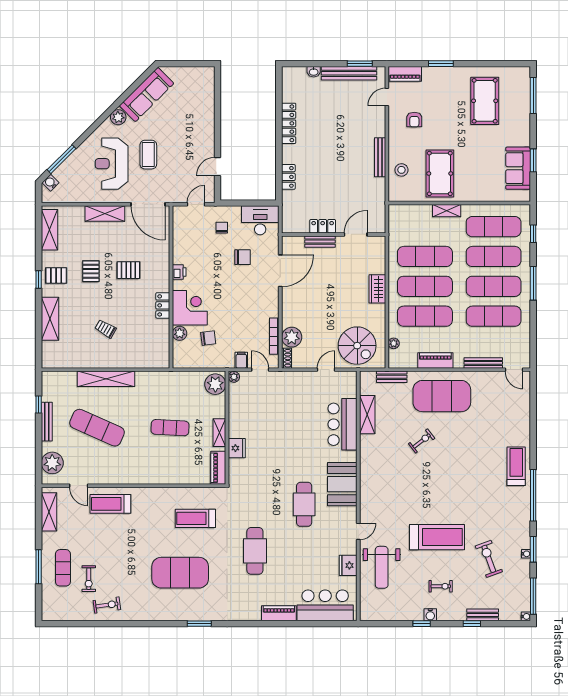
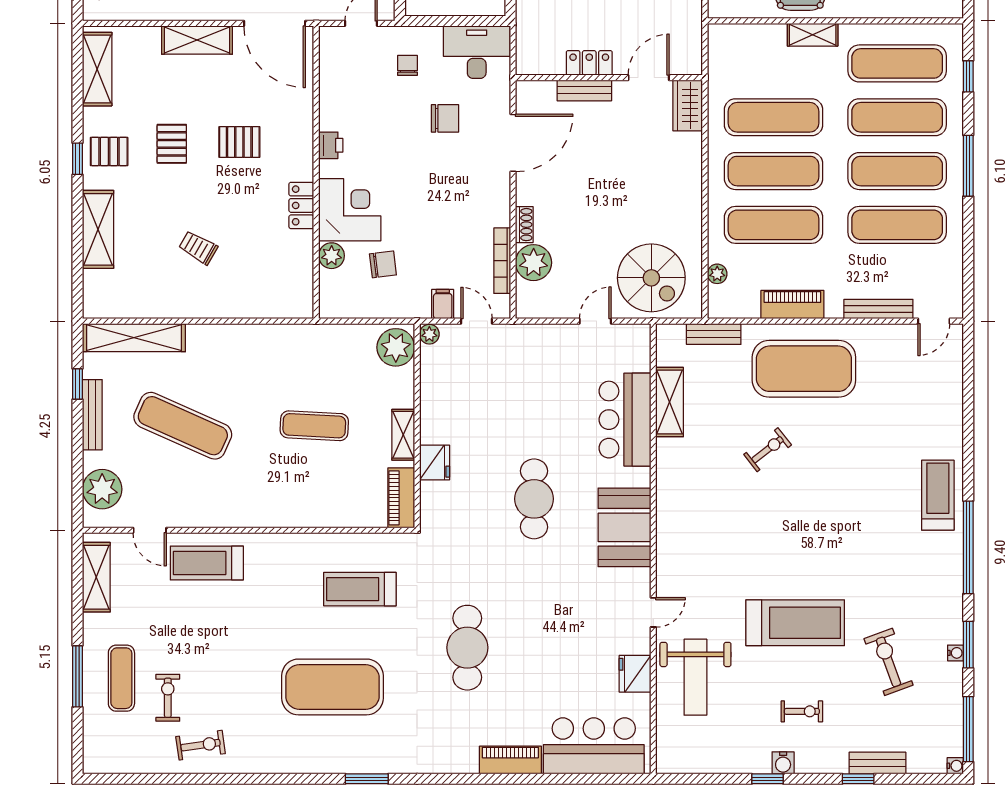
wardrobe: (377, 289) -> (688, 106), moved
shoe rack: (287, 358) -> (524, 225), moved
door: (514, 370) -> (934, 321), hinge flipped
shelving: (106, 379) -> (134, 338), moved
cafe table: (304, 504) -> (534, 499), moved
exercise bike: (89, 579) -> (168, 698), turned 180

